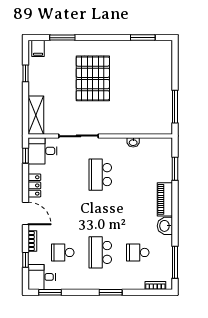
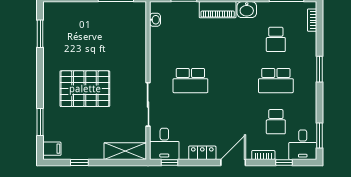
washbasin: (133, 142) -> (155, 20), moved

